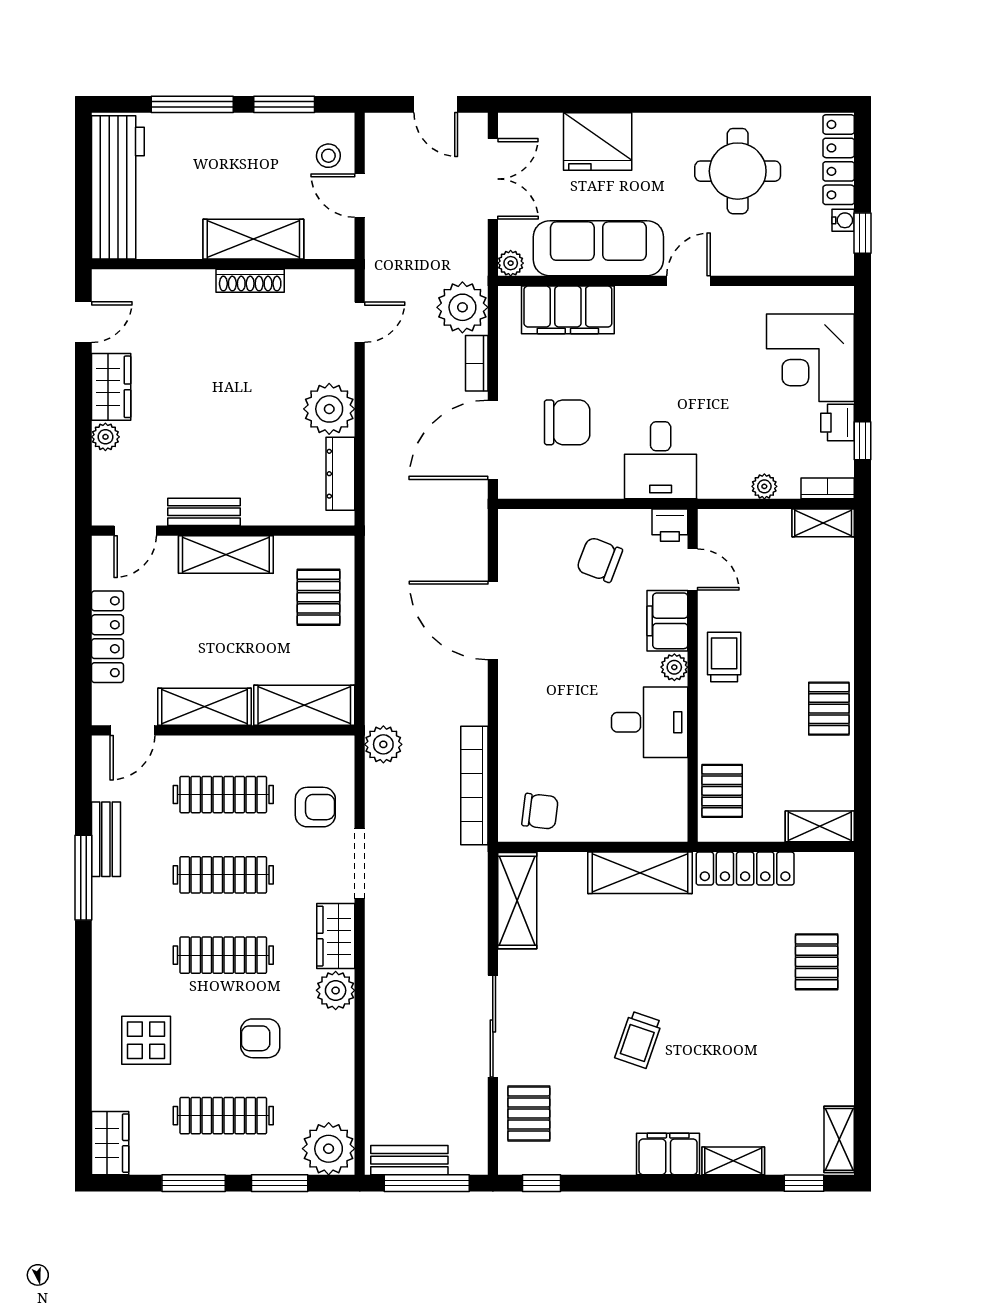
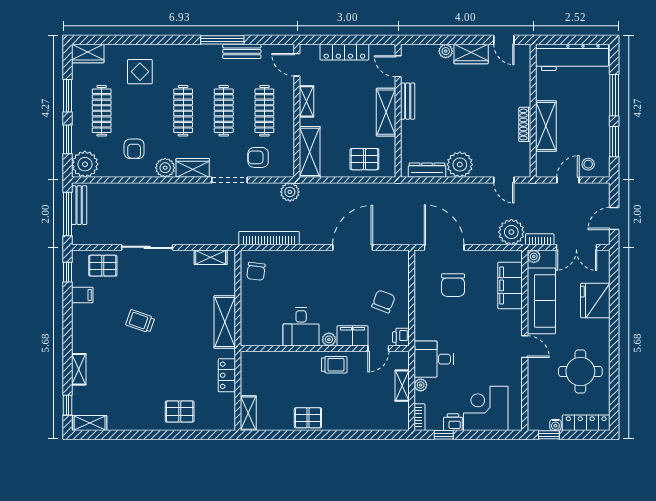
bookcase: (477, 363) -> (540, 239), moved
desk: (661, 460) -> (434, 359), moved
shelving: (823, 523) -> (402, 386), moved
shelving: (205, 707) -> (307, 101), width x0.67, depth x0.75
pallet: (722, 791) -> (266, 364), removed
armchair: (315, 807) -> (258, 157), turned 90
locker: (745, 869) -> (227, 375), width x0.66
shelving: (517, 901) -> (211, 257), width x0.67, depth x0.75
armchair: (260, 1038) -> (134, 149), moved, turned 180
filing cabinet: (668, 1154) -> (82, 295), moved, width x0.50

